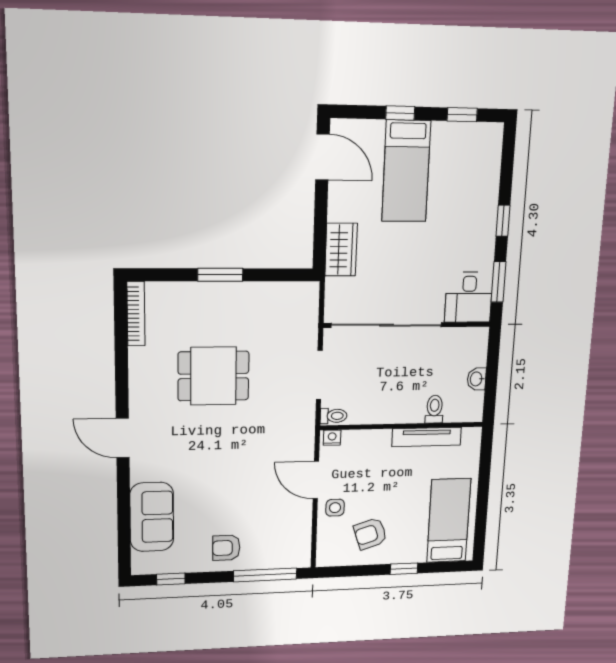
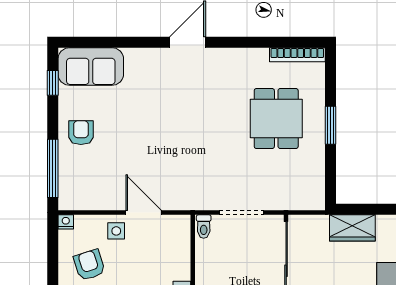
dining table: (213, 376) -> (276, 119), moved
nightstand: (332, 438) -> (66, 222), moved, turned -90
door: (316, 480) -> (144, 213), hinge flipped
sofa: (152, 517) -> (91, 66), moved

